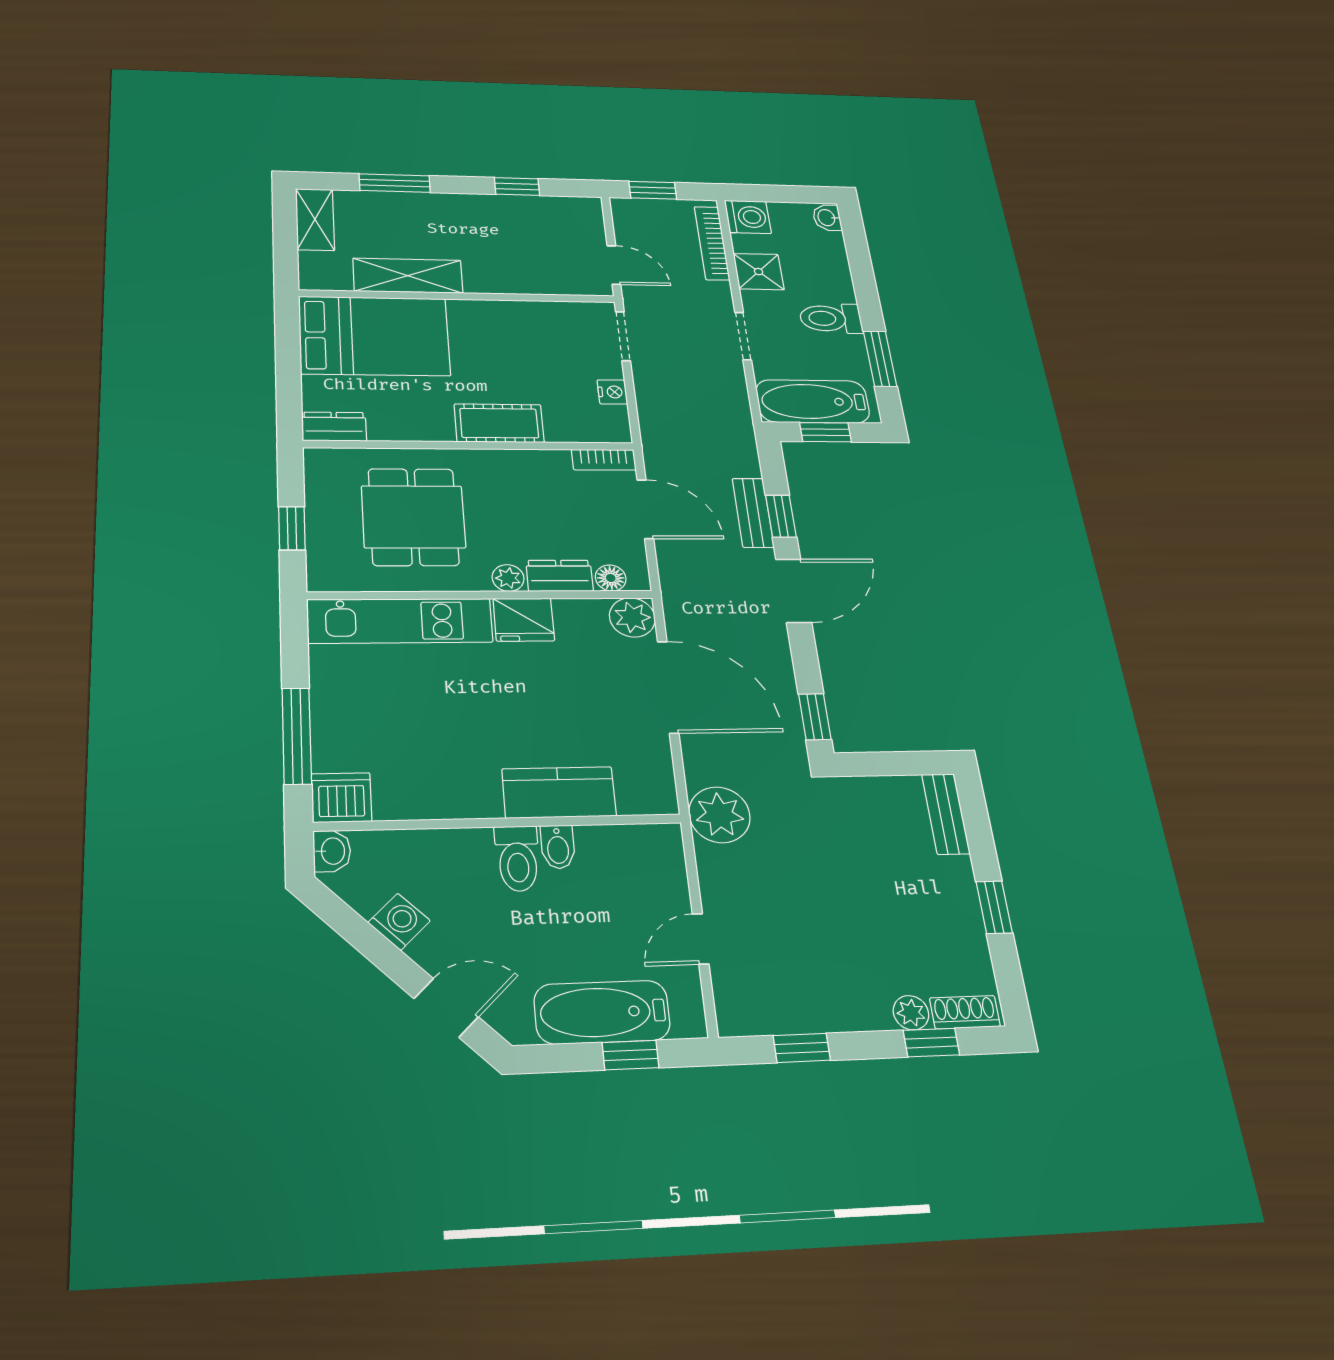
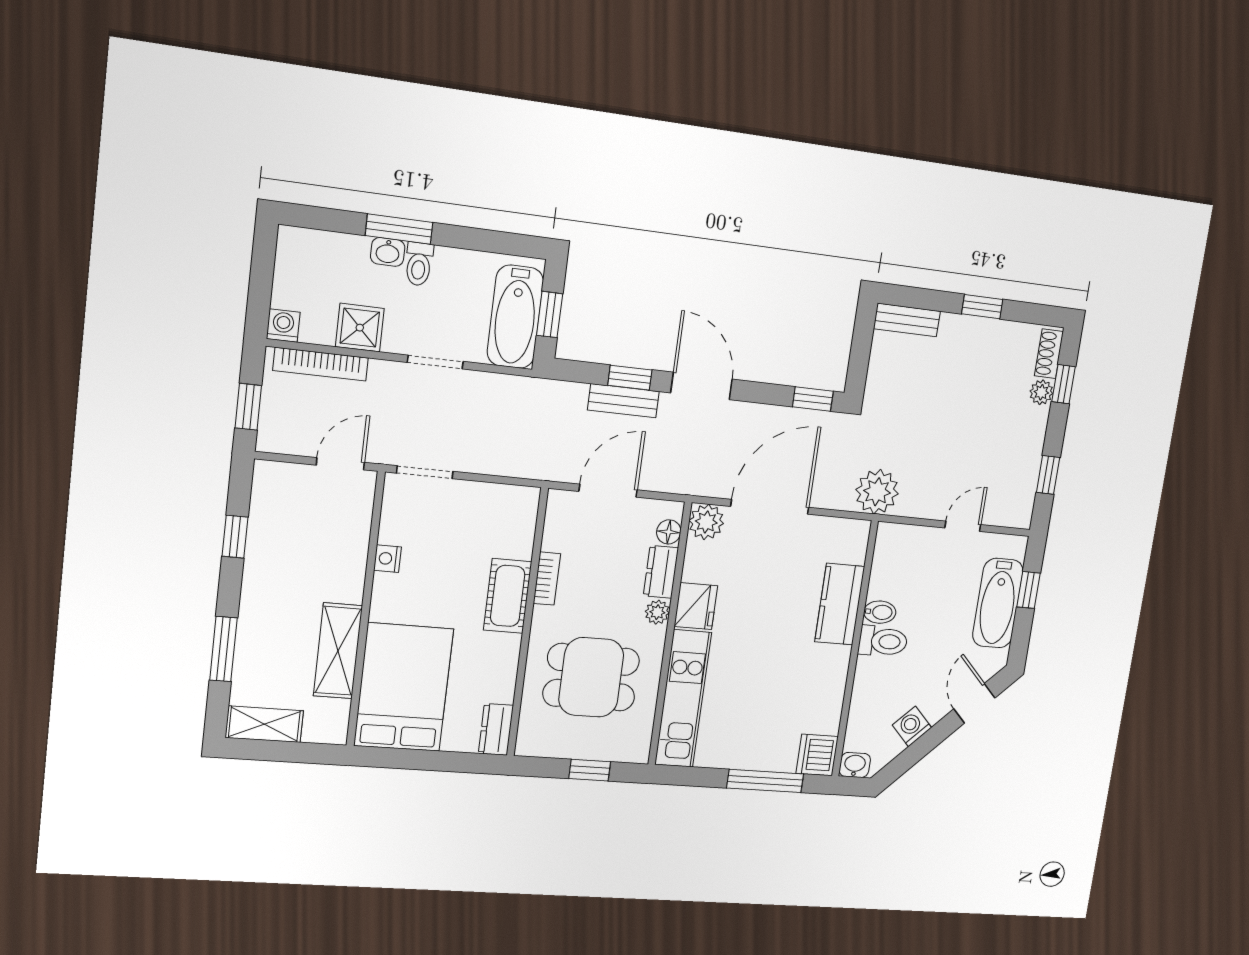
washing machine: (748, 217) -> (283, 326), width x0.73, depth x0.73
washbasin: (827, 218) -> (388, 252), moved
toilet: (831, 318) -> (419, 264), width x0.73, depth x0.72
window: (880, 359) -> (399, 229), moved
nightstand: (612, 392) -> (387, 559), moved, turned -90
bookcase: (604, 460) -> (547, 579), moved
door: (701, 939) -> (963, 526), swing flipped

